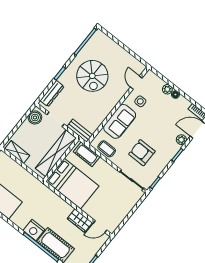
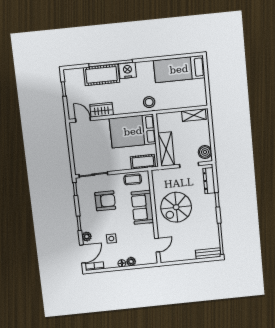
spiral stairs: (92, 76) -> (176, 207), moved, turned -90
door: (136, 83) -> (157, 245), hinge flipped
side table: (140, 101) -> (111, 239), moved
bench: (80, 131) -> (208, 254), moved
shelving: (56, 153) -> (166, 149), width x0.68
stool: (40, 193) -> (149, 102), added
door: (100, 227) -> (83, 120), hinge flipped

